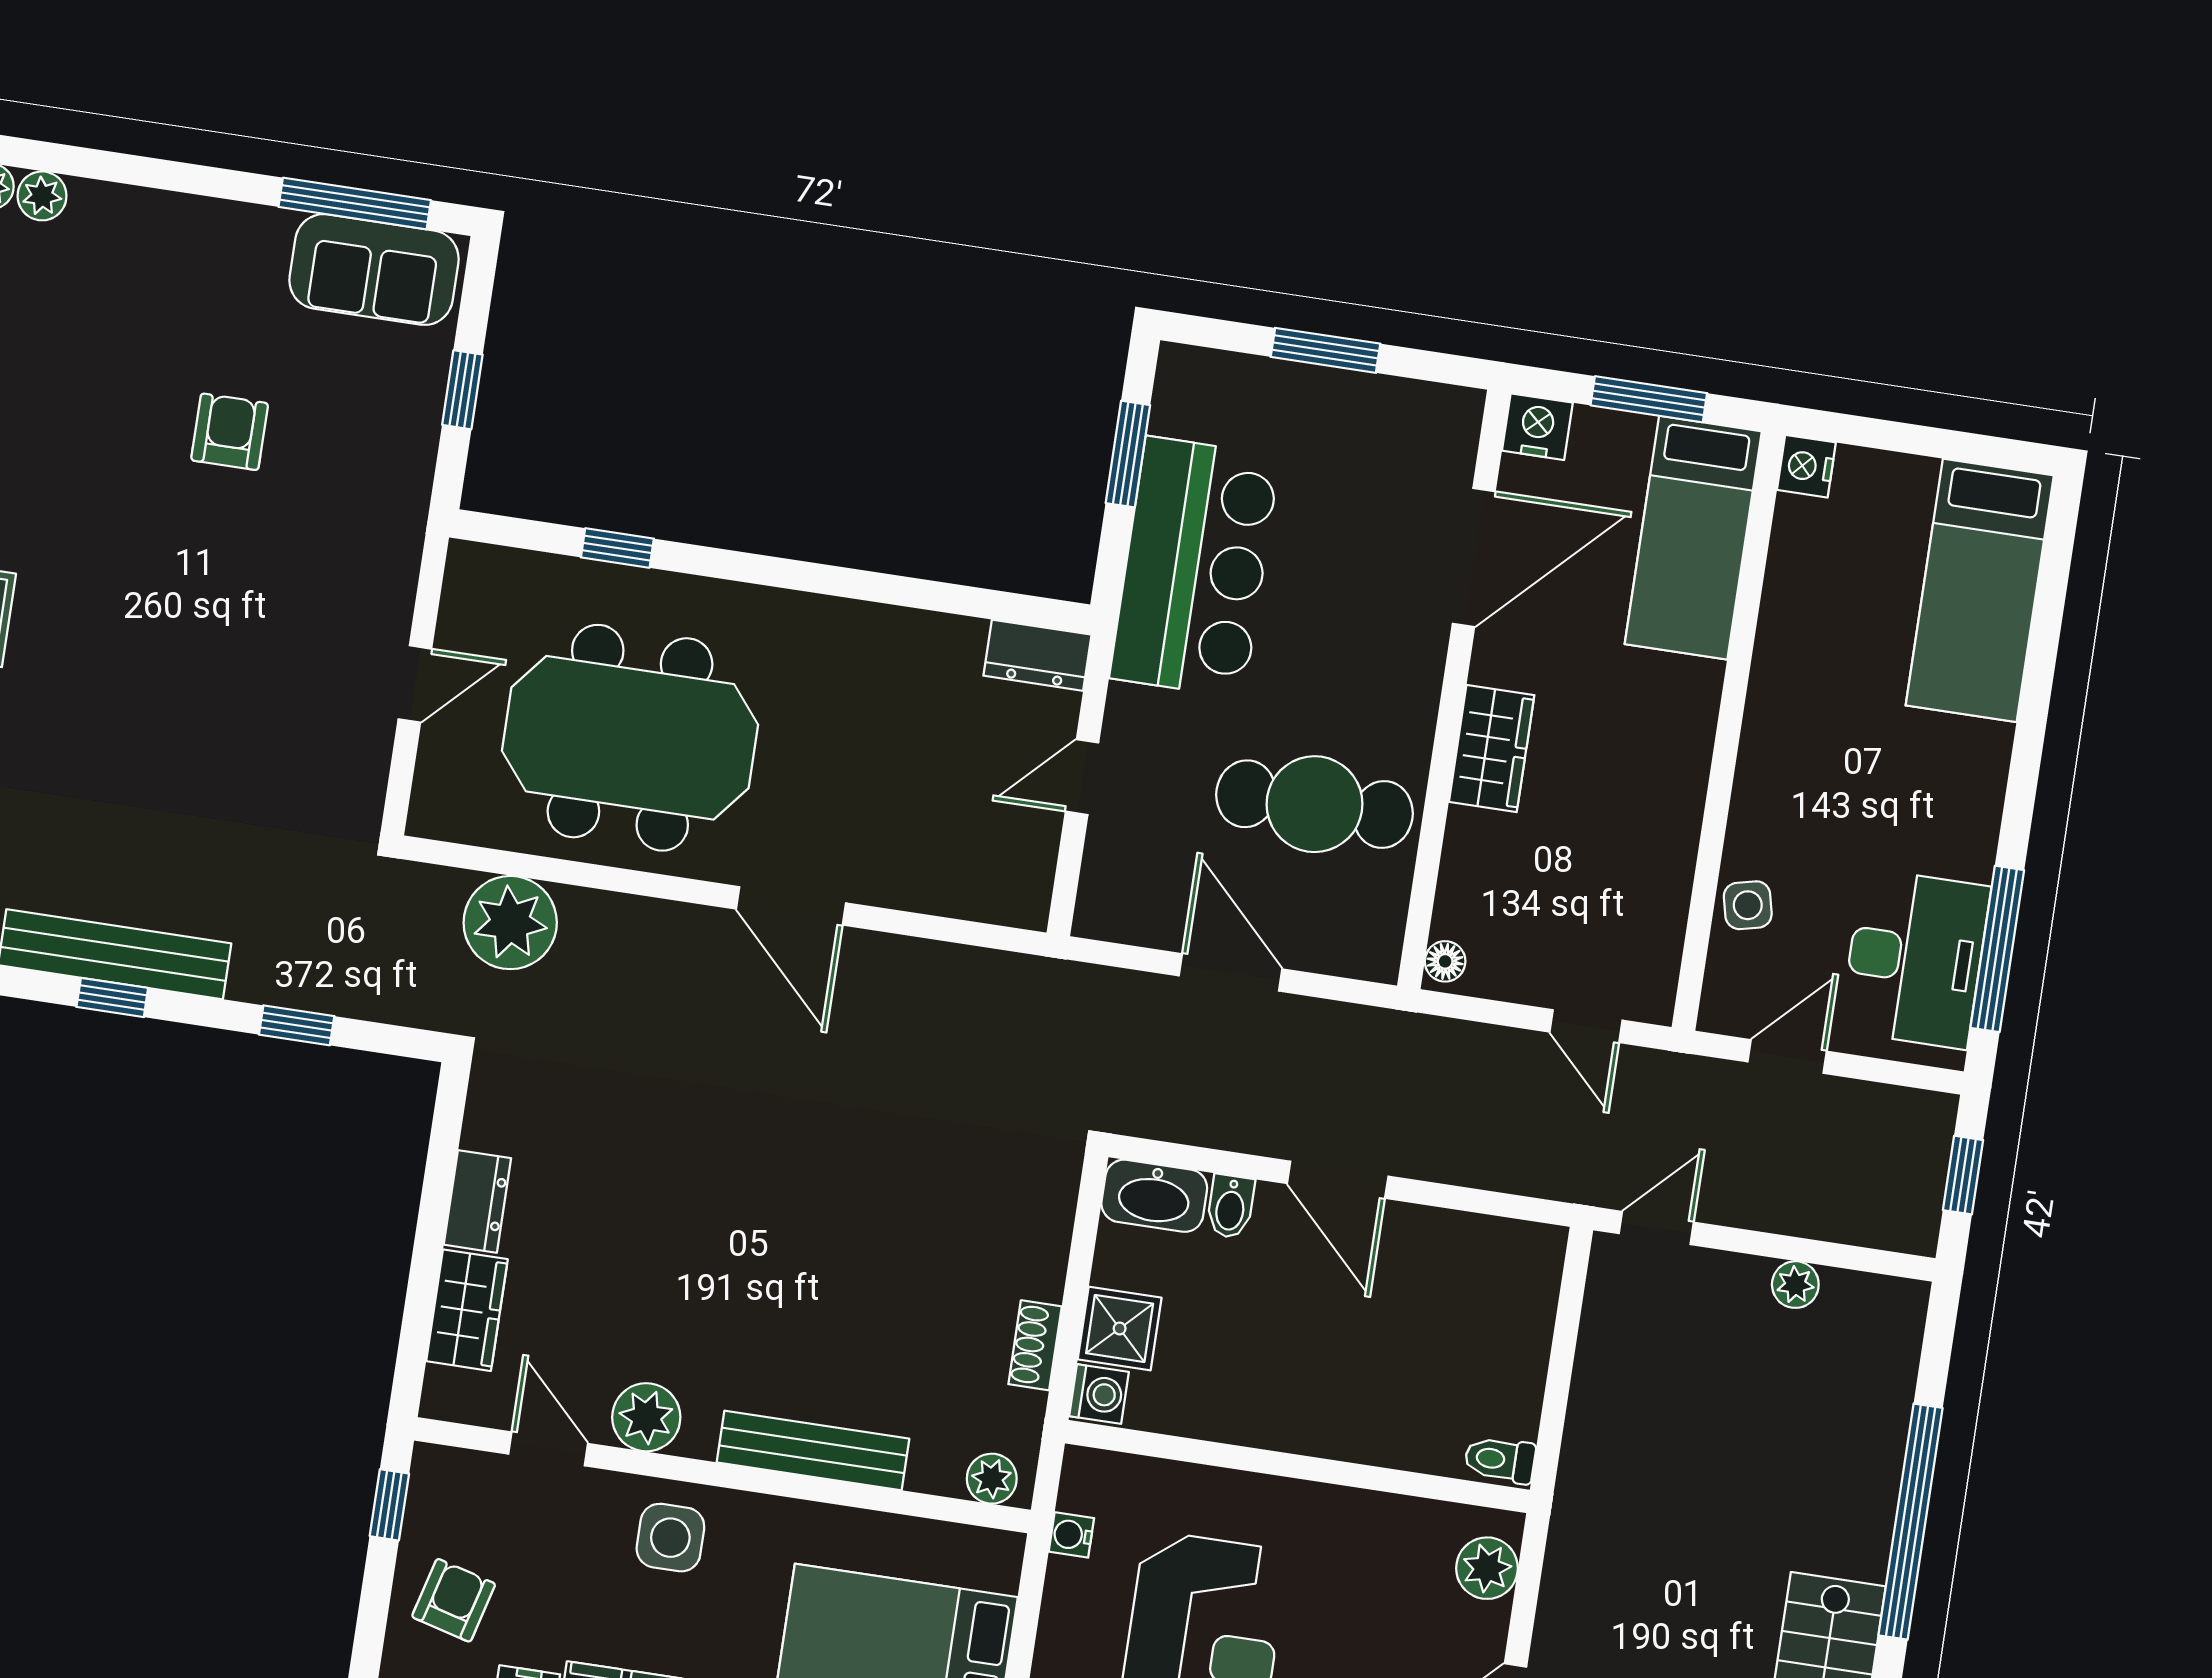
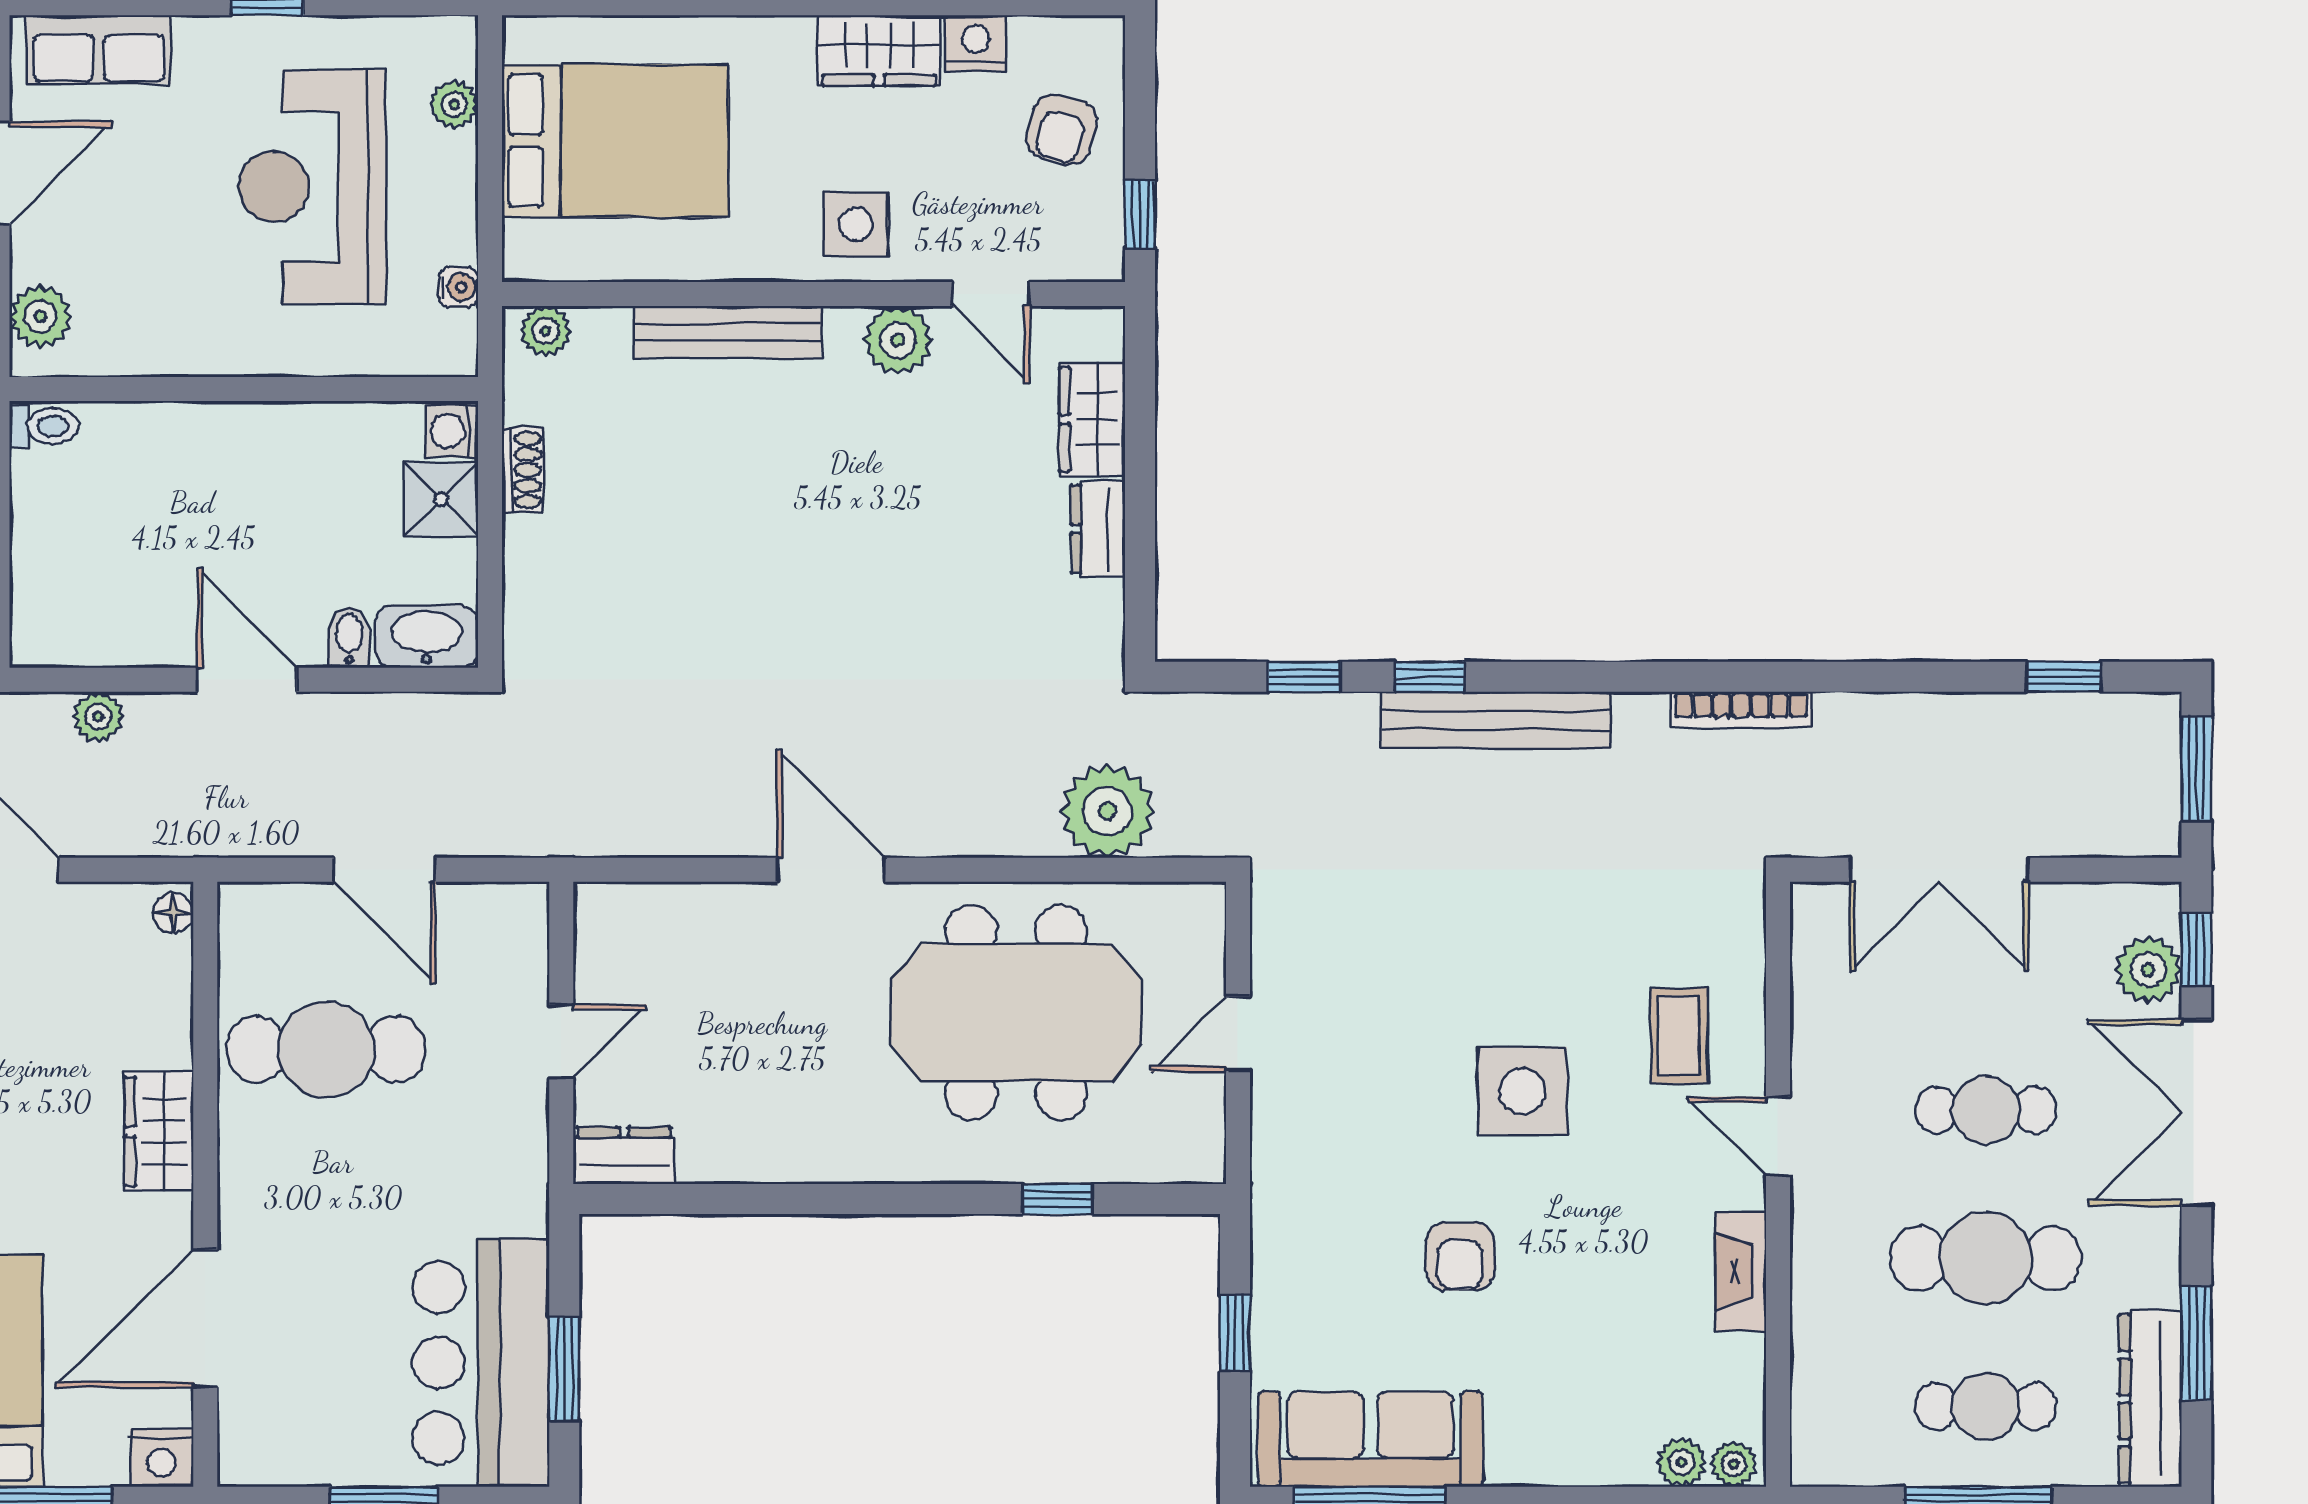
sofa: (374, 270) -> (1371, 1439), width x1.36
bar counter: (1195, 567) -> (481, 1363), moved
side table: (143, 585) -> (1523, 1091), added
window: (112, 997) -> (1430, 677), moved
plant: (1489, 1166) -> (98, 717), added

